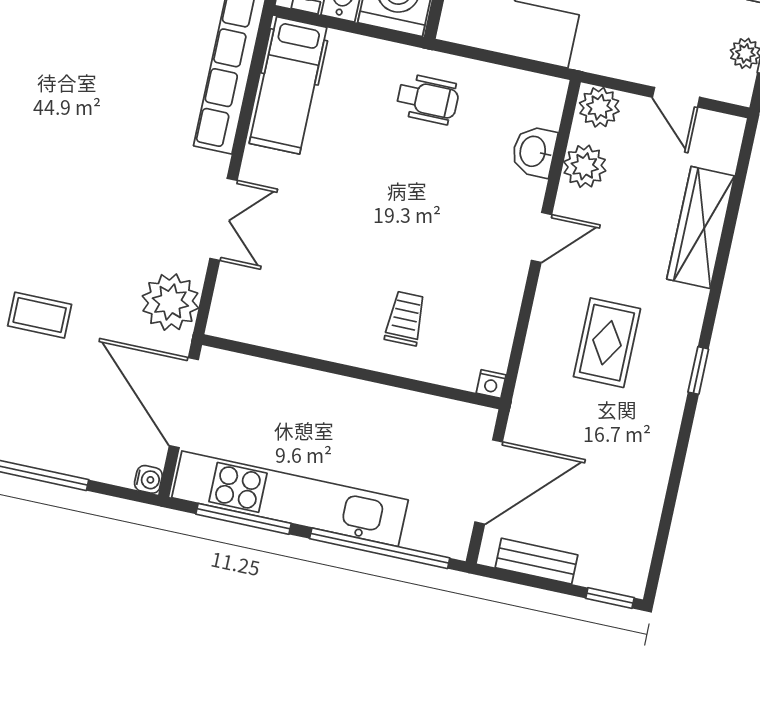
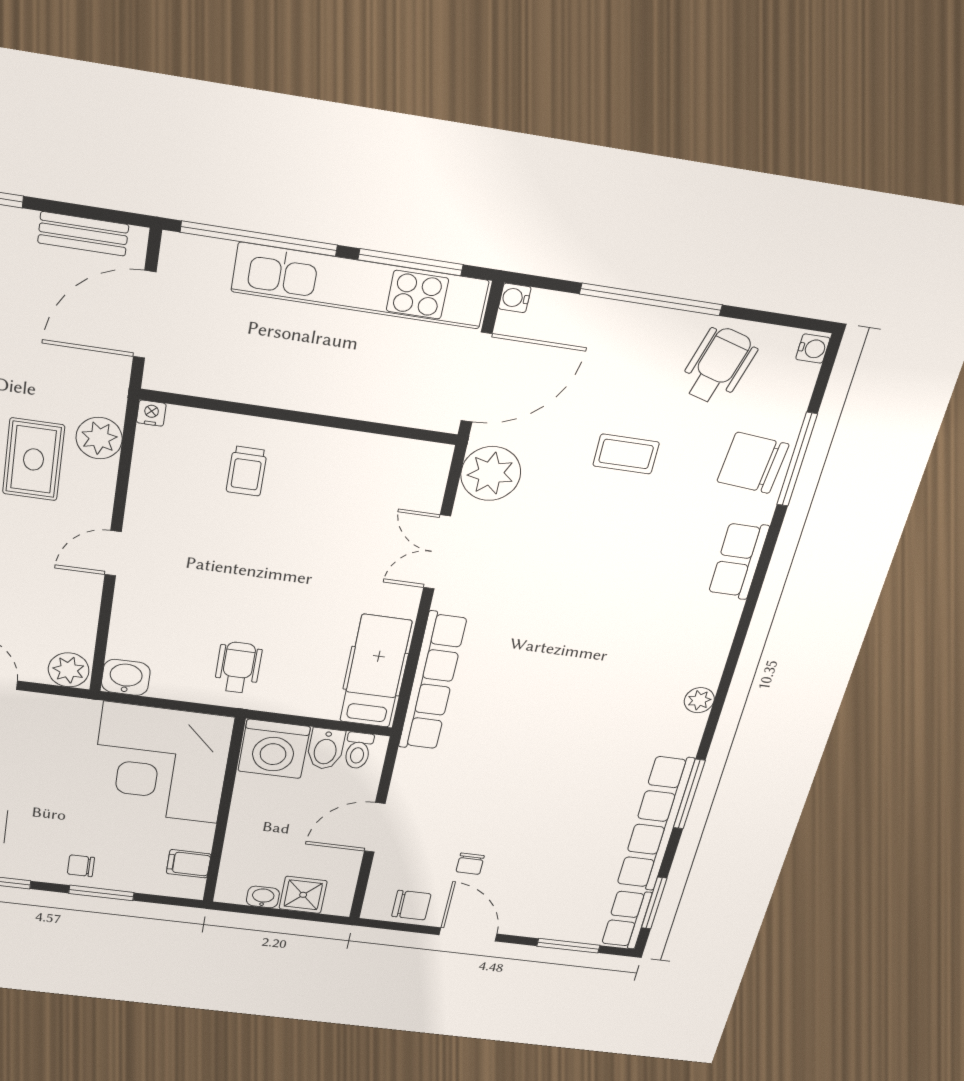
wheelchair: (428, 99) -> (238, 667), turned 90
washbasin: (534, 152) -> (126, 677), moved, turned -90
plant: (585, 166) -> (99, 438), moved
door: (184, 403) -> (477, 377), hinge flipped

